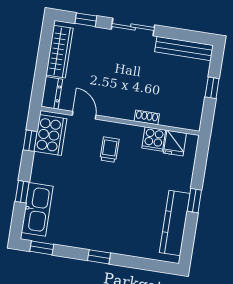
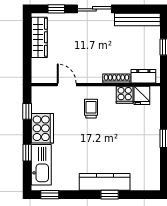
dresser: (52, 93) -> (143, 76), moved, turned -90
shoe rack: (147, 117) -> (116, 79), width x1.43
cooker: (50, 135) -> (42, 128), moved
kitchen counter: (175, 223) -> (105, 182), moved, turned 90
window: (99, 257) -> (110, 195), moved

